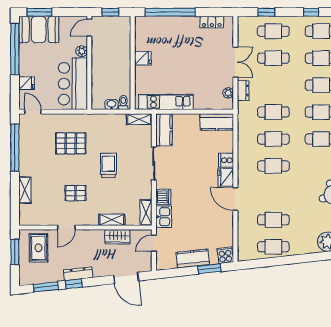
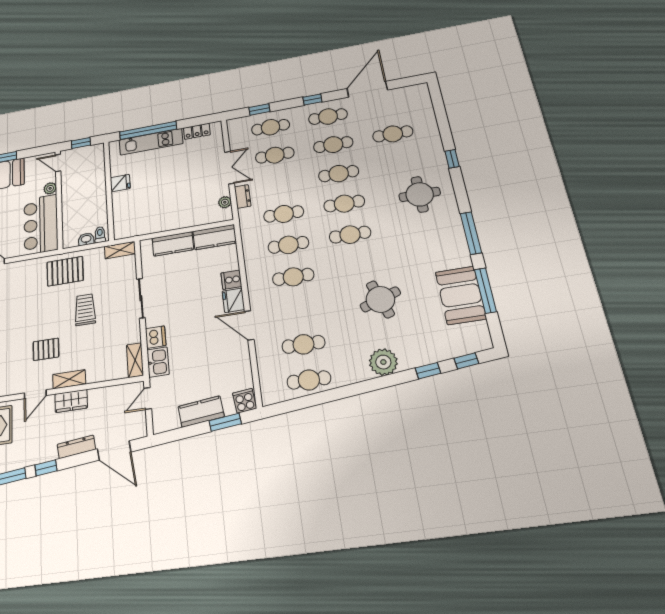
door: (89, 28) -> (58, 163), hinge flipped
kitchen unit: (166, 102) -> (151, 142), moved, turned 180
kitchen counter: (164, 130) -> (173, 244), moved, turned 90
pallet: (71, 143) -> (65, 271), moved
shelving: (112, 220) -> (69, 379), moved
wardrobe: (117, 237) -> (71, 401), moved
dresser: (78, 274) -> (76, 447), moved

